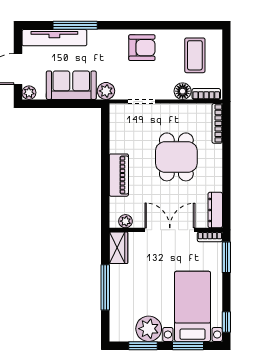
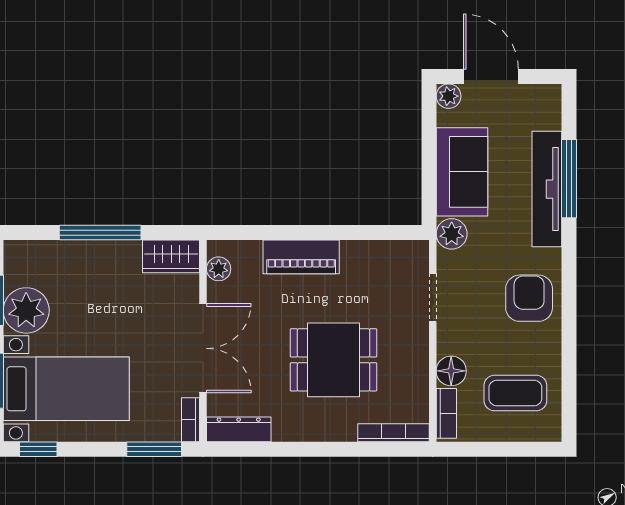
tv unit: (54, 38) -> (547, 189), moved
armchair: (142, 48) -> (529, 298), turned 180

